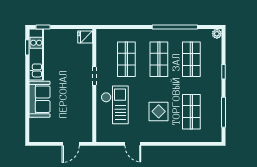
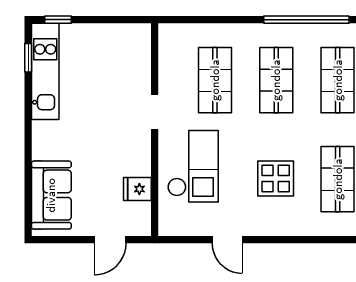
fridge: (85, 37) -> (137, 189), moved
sofa: (40, 99) -> (51, 195), moved

